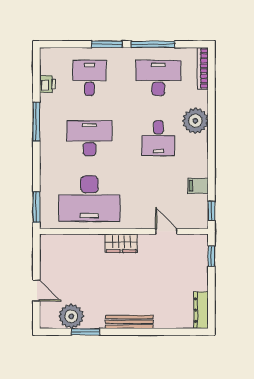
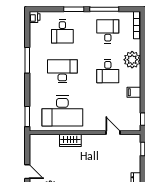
desk: (89, 78) -> (62, 31), turned 180
desk: (158, 78) -> (108, 31), width x0.73
printer: (47, 84) -> (35, 17), moved
filing cabinet: (198, 186) -> (134, 92), moved
wardrobe: (121, 243) -> (70, 140), moved

